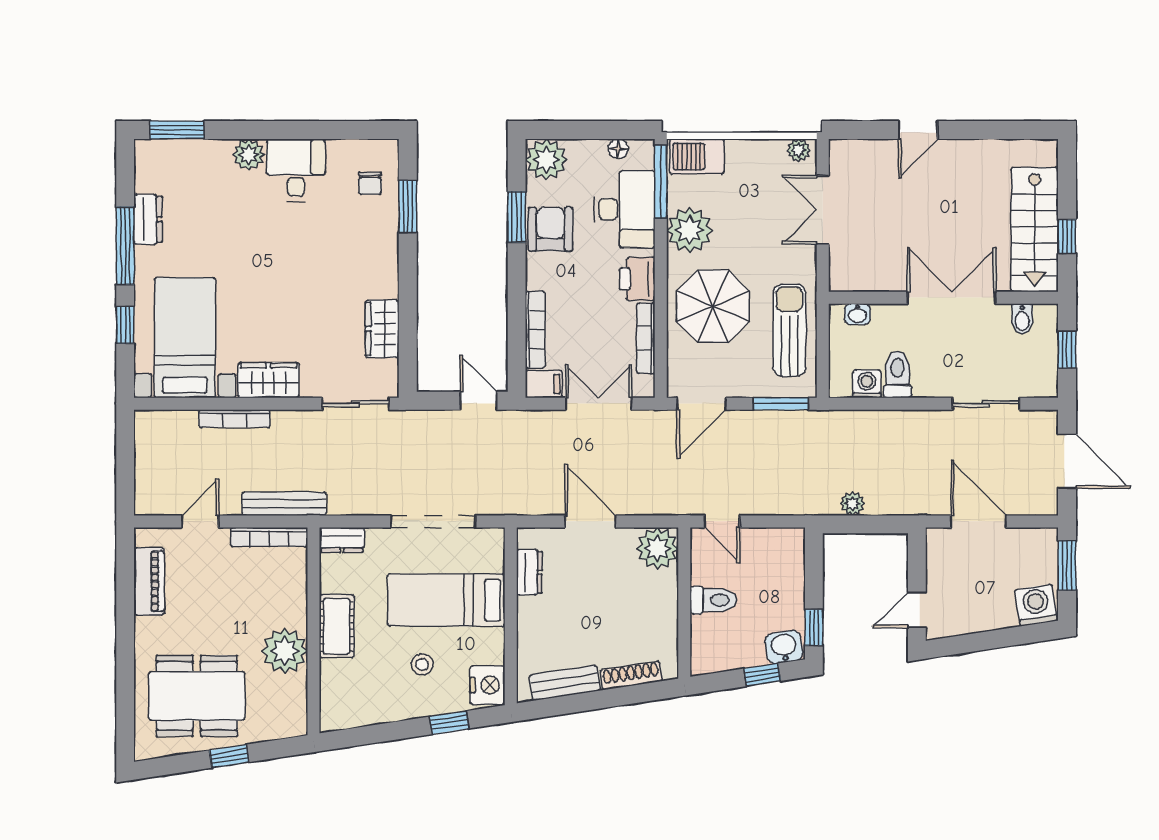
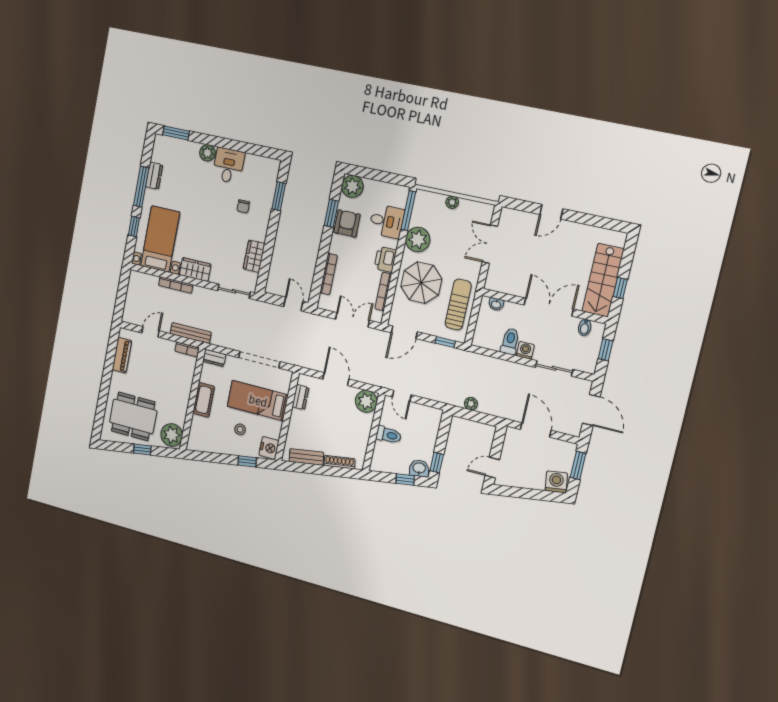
floor lamp: (618, 149) -> (390, 188), removed
plant: (799, 150) -> (452, 202), moved
barbecue: (697, 156) -> (430, 201), removed
chair: (370, 183) -> (243, 206), moved
desk: (625, 209) -> (387, 221), width x0.73
filing cabinet: (544, 384) -> (327, 303), removed
washing machine: (867, 384) -> (525, 350), moved
window: (781, 404) -> (445, 342), width x0.67
bookcase: (269, 537) -> (187, 349), width x0.64
plant: (285, 651) -> (172, 435), moved

